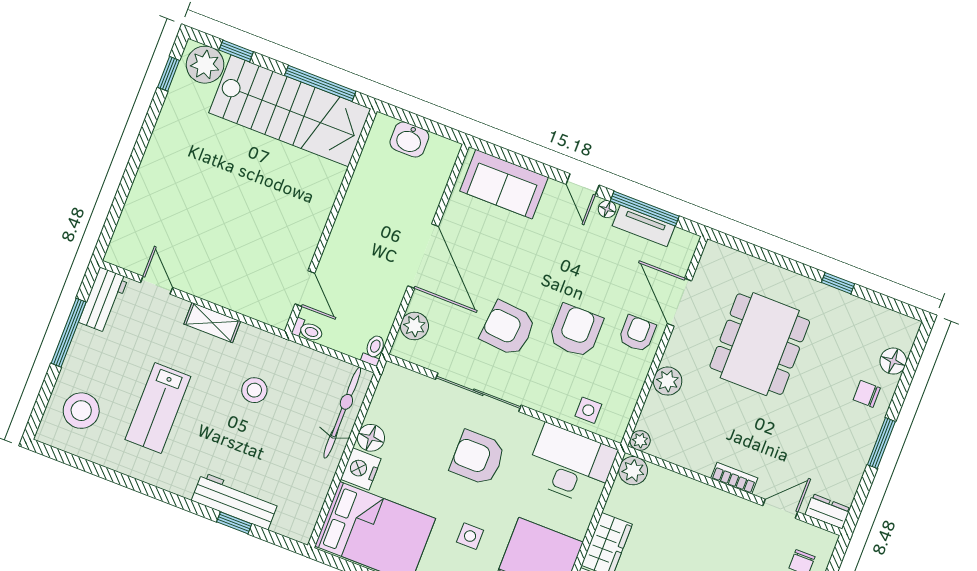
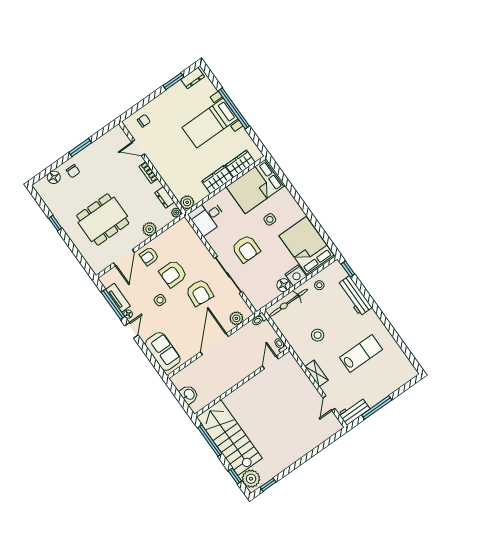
side table: (588, 410) -> (160, 300), moved
stool: (81, 411) -> (319, 285), moved, width x0.53, depth x0.53
desk: (571, 465) -> (207, 217), width x0.73
dresser: (828, 511) -> (165, 197), moved
window: (234, 523) -> (348, 269), moved

